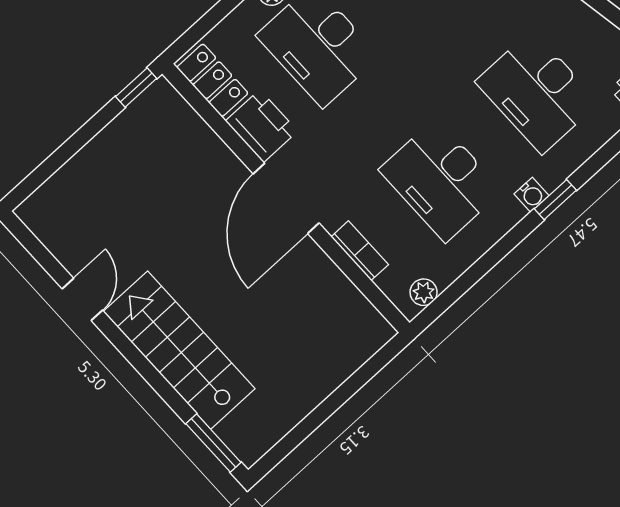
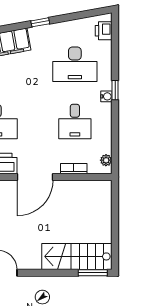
desk: (441, 180) -> (75, 121), width x0.73
door: (286, 198) -> (35, 177), hinge flipped
stairs: (179, 350) -> (77, 256), moved

